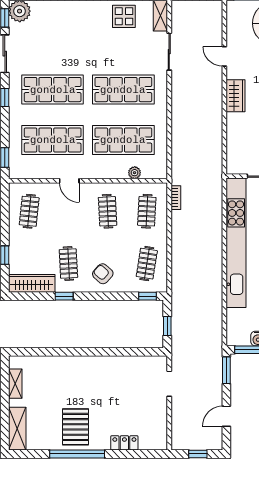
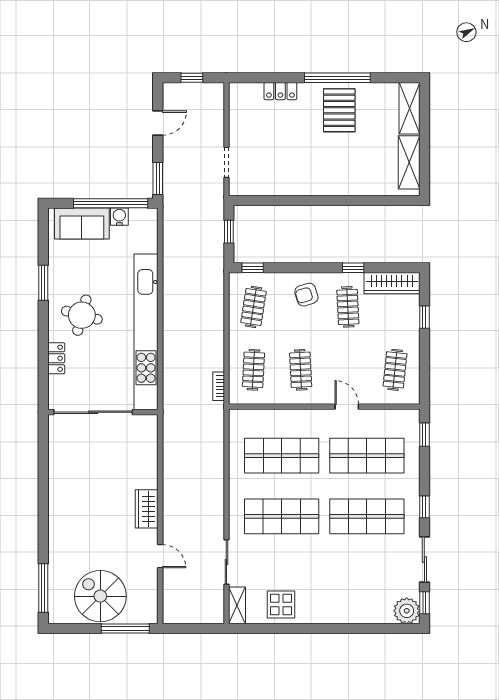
plant: (135, 173) -> (268, 416), removed
armchair: (103, 274) -> (306, 295), turned 121
shelving: (15, 384) -> (409, 162), width x1.50, depth x1.33

